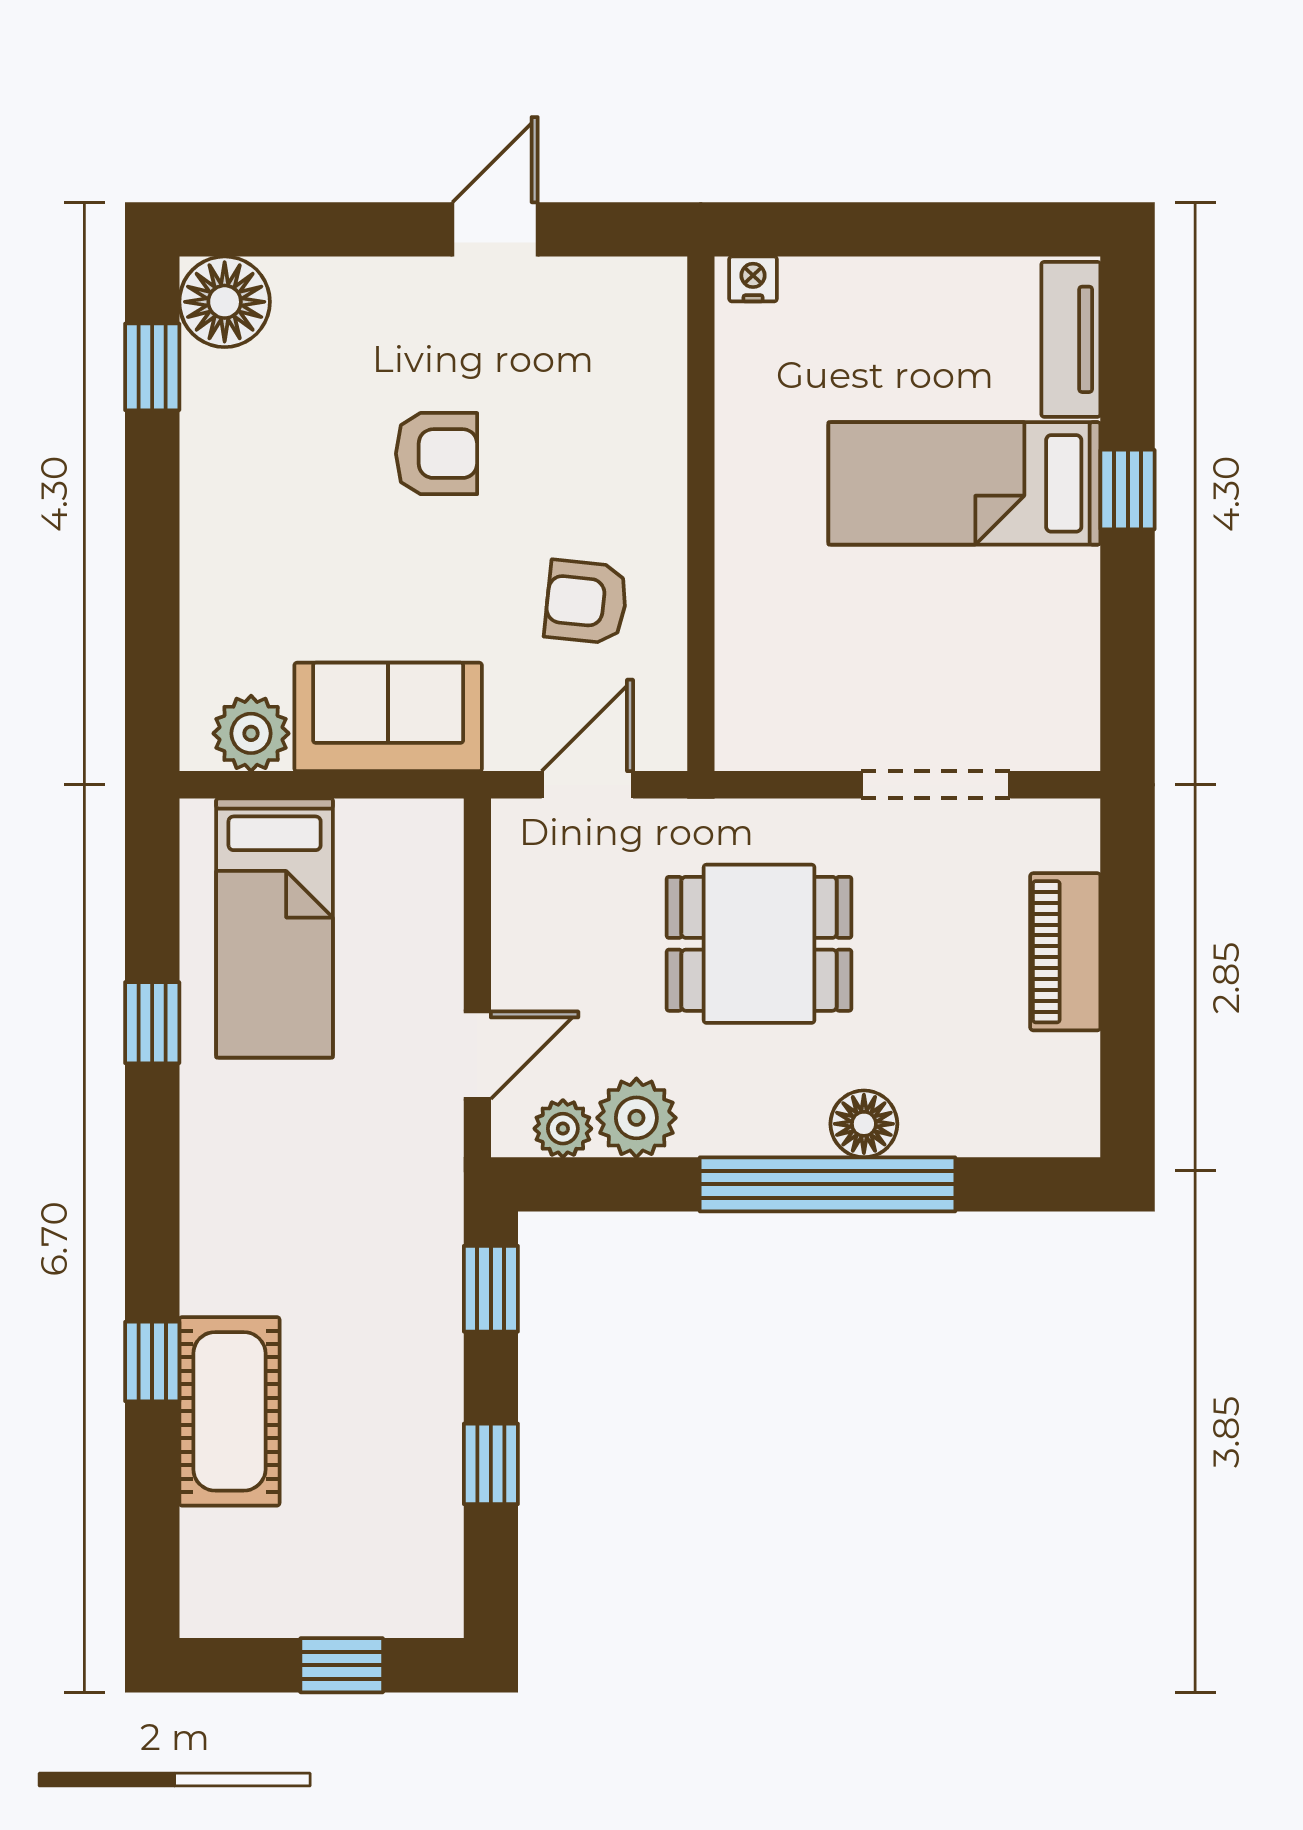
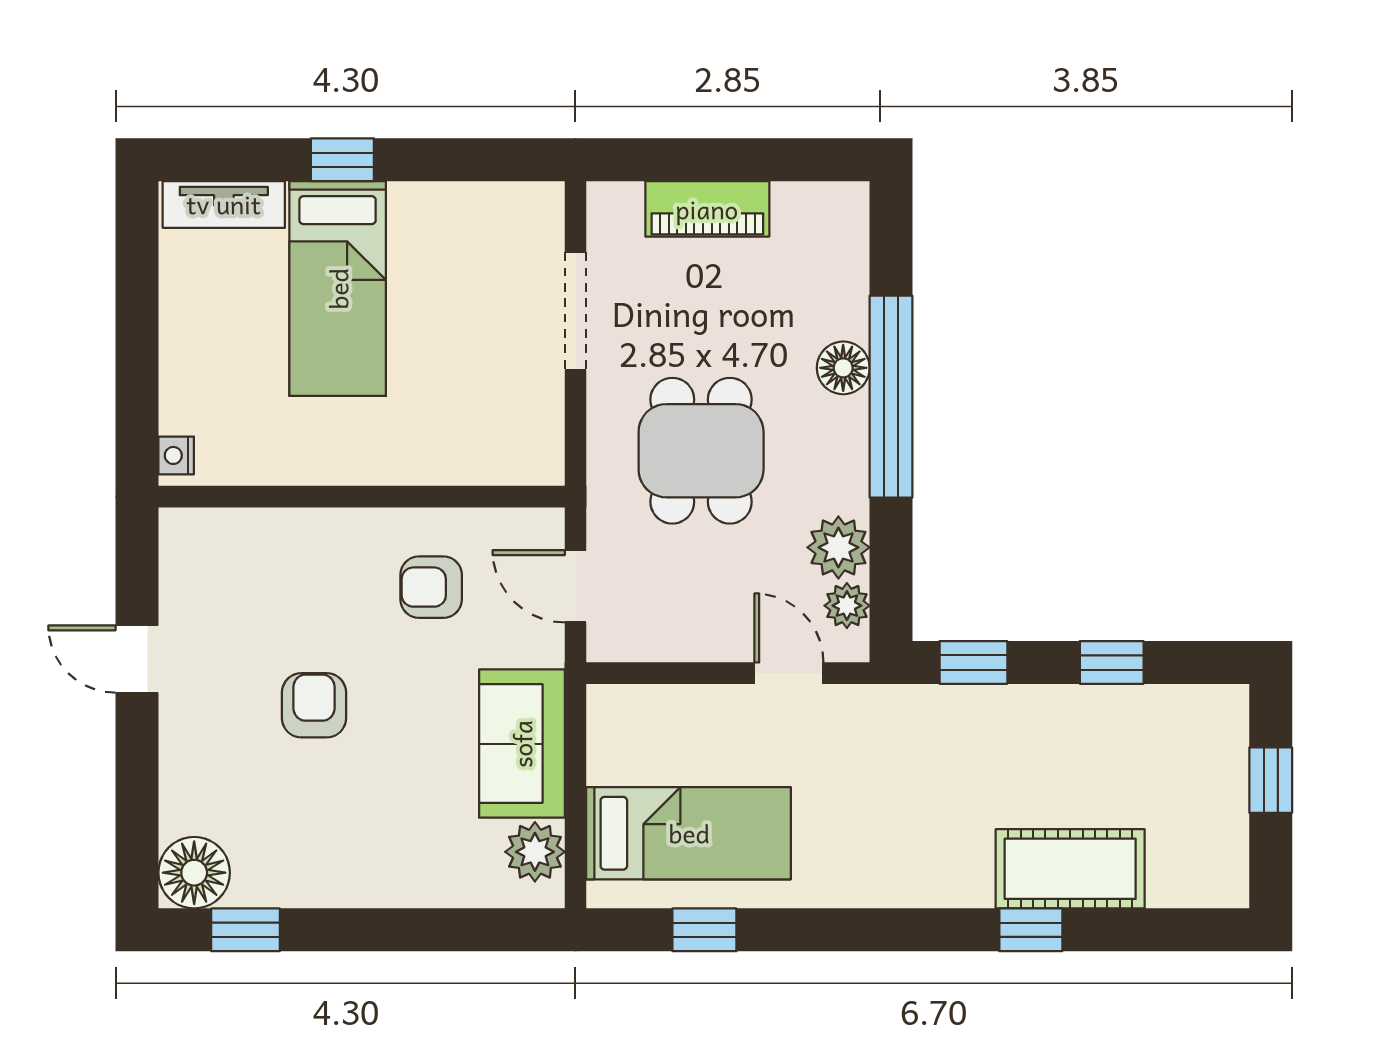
armchair: (586, 602) -> (431, 587), turned 84
window: (152, 1023) -> (704, 930), moved

